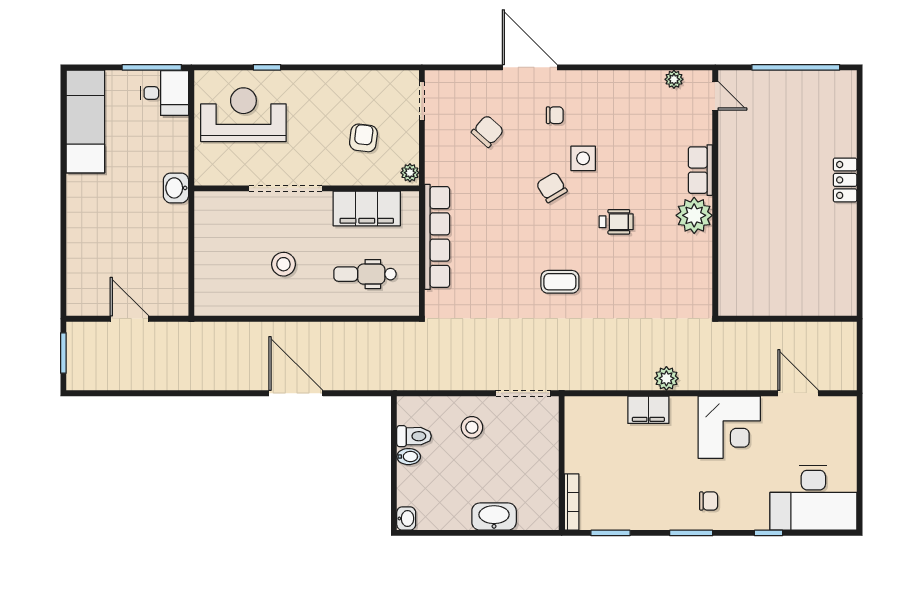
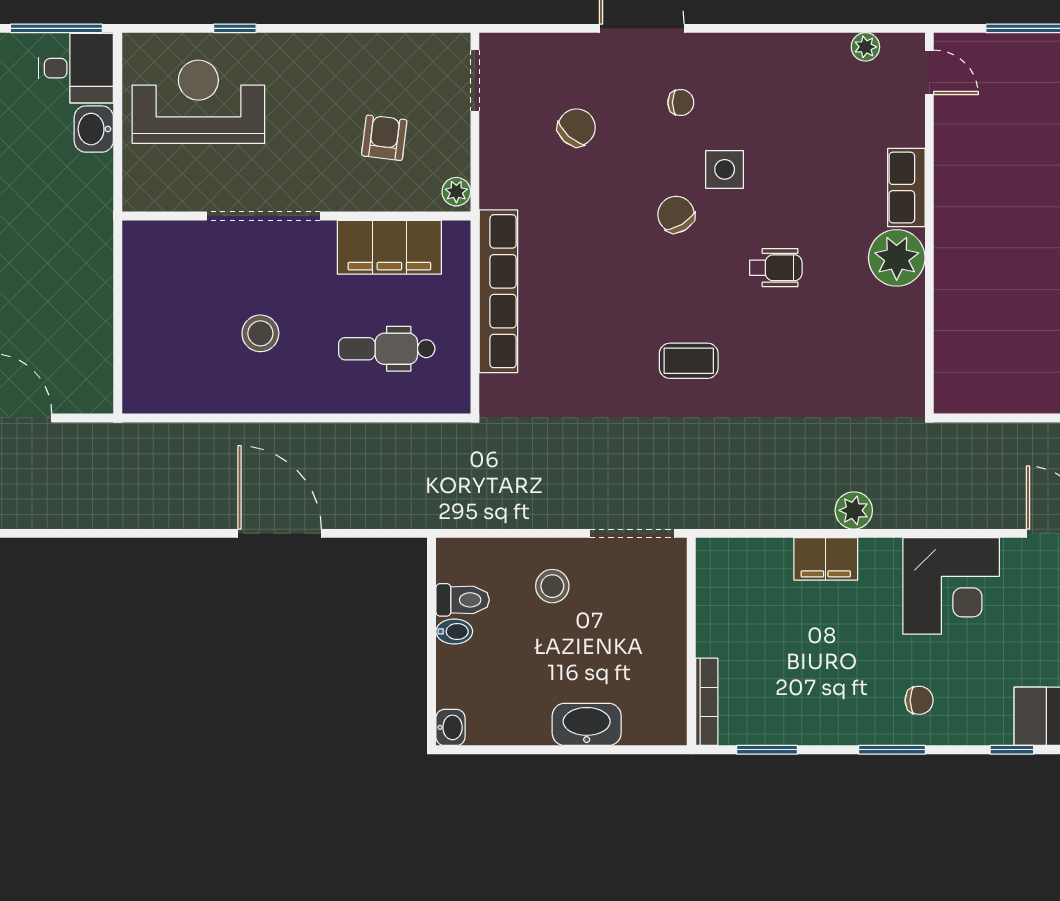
washbasin: (176, 188) -> (94, 129), moved

